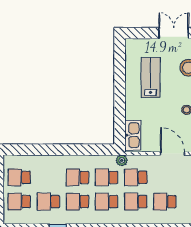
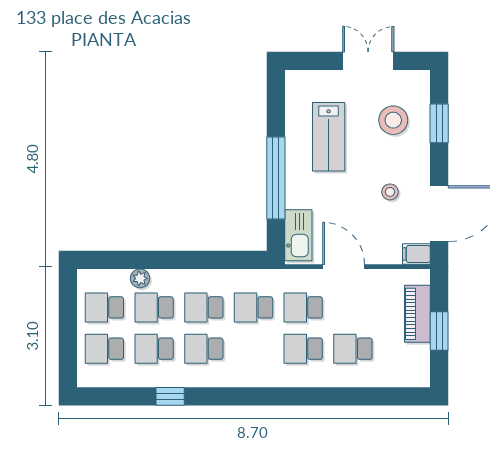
lab bench: (151, 77) -> (329, 137), turned 180
window: (120, 102) -> (276, 178), added
door: (173, 154) -> (344, 267), moved
plant: (122, 160) -> (140, 278), moved
school desk: (107, 202) -> (154, 307), moved

